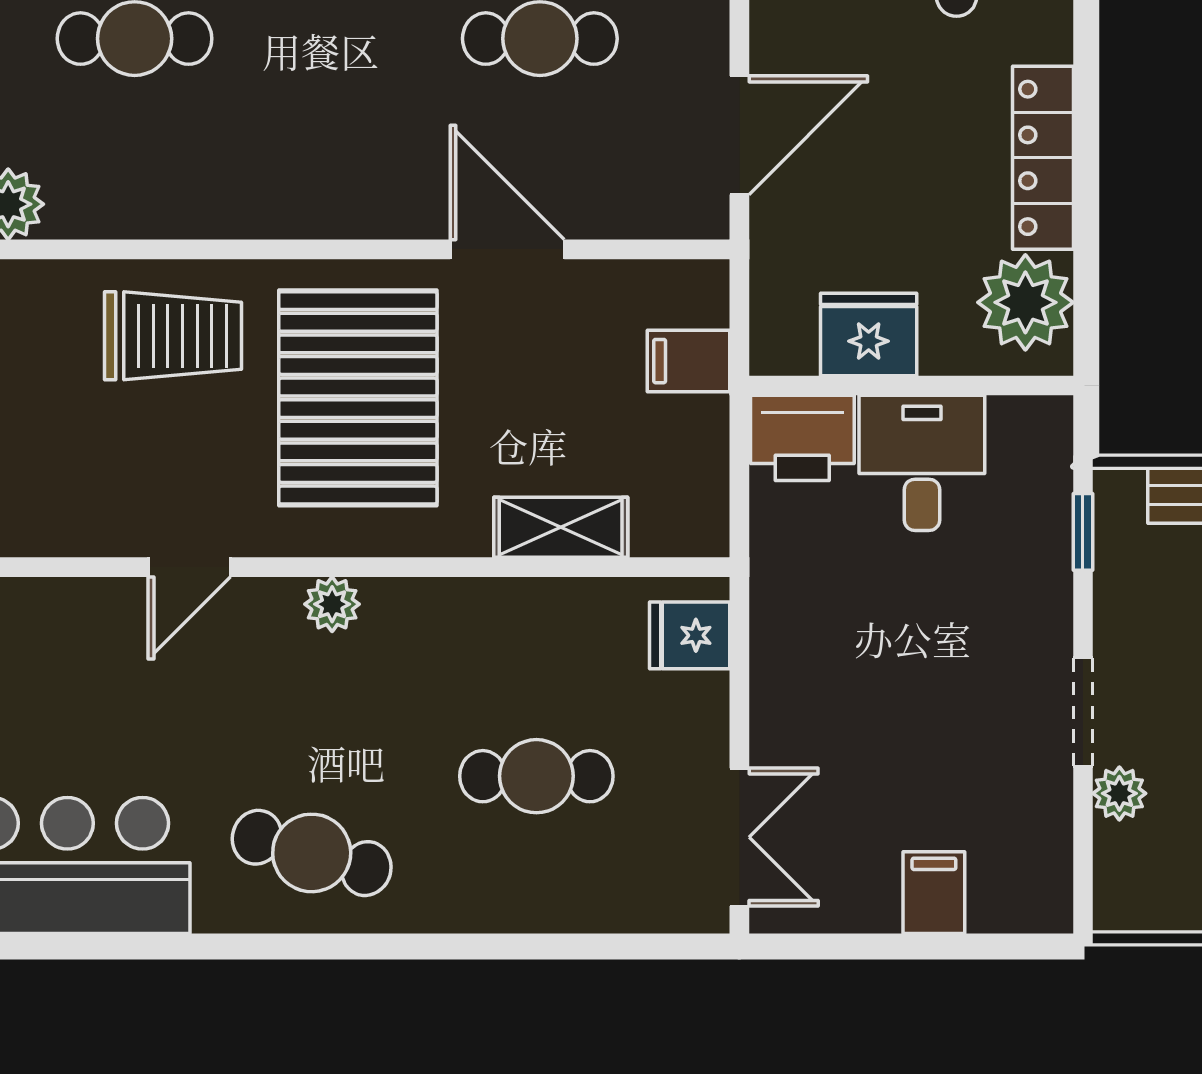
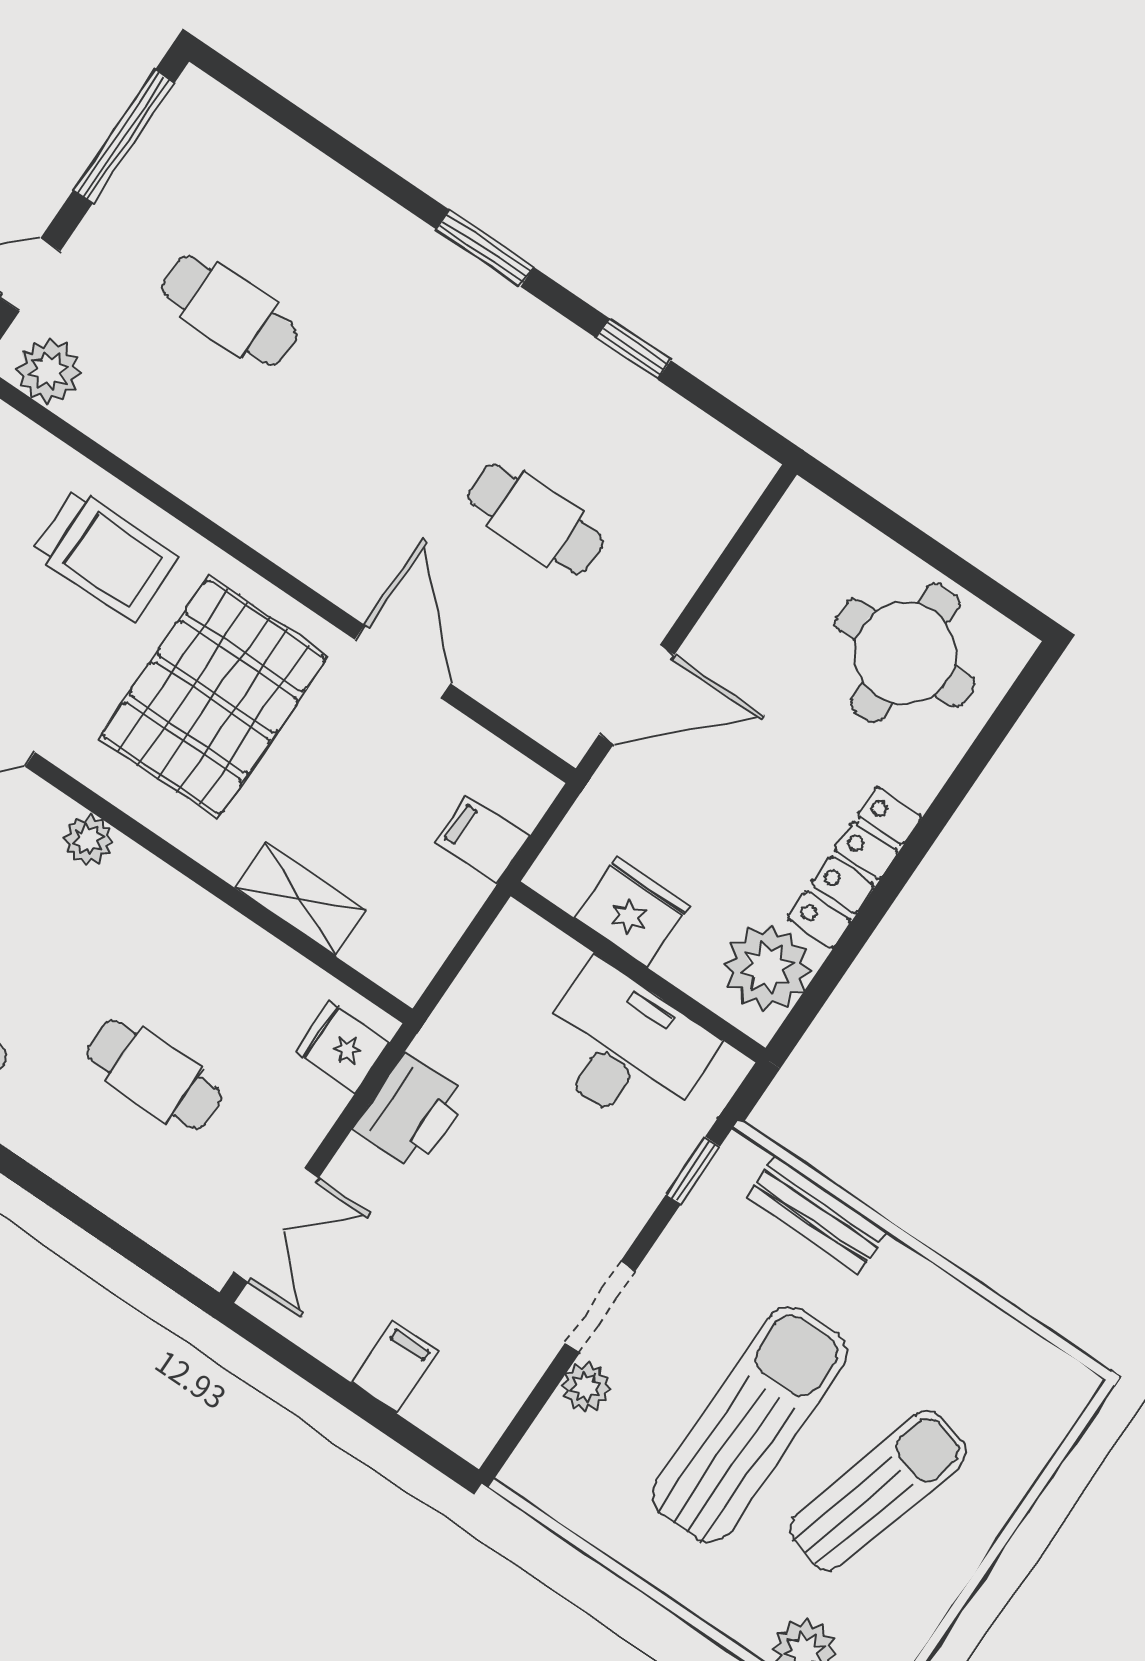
printer: (802, 438) -> (411, 1112), moved, turned -90
desk: (922, 463) -> (624, 1048), width x1.37

